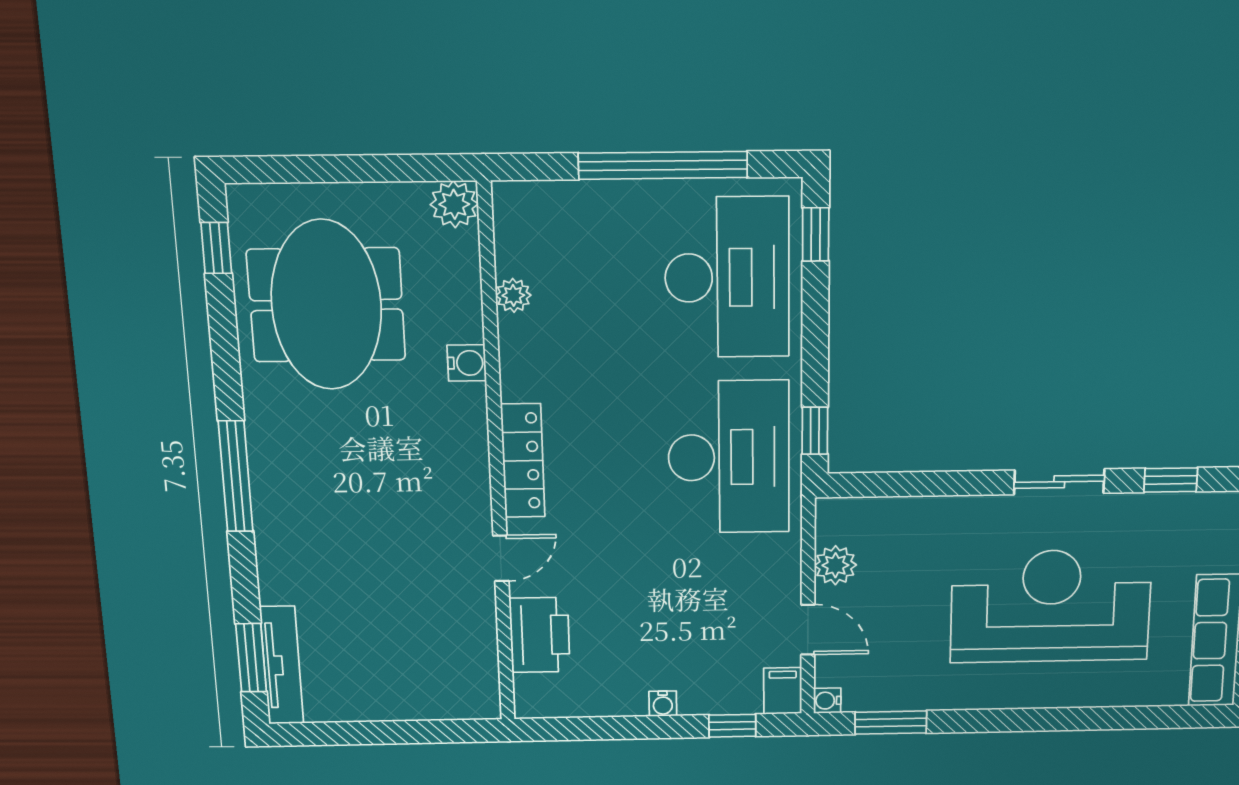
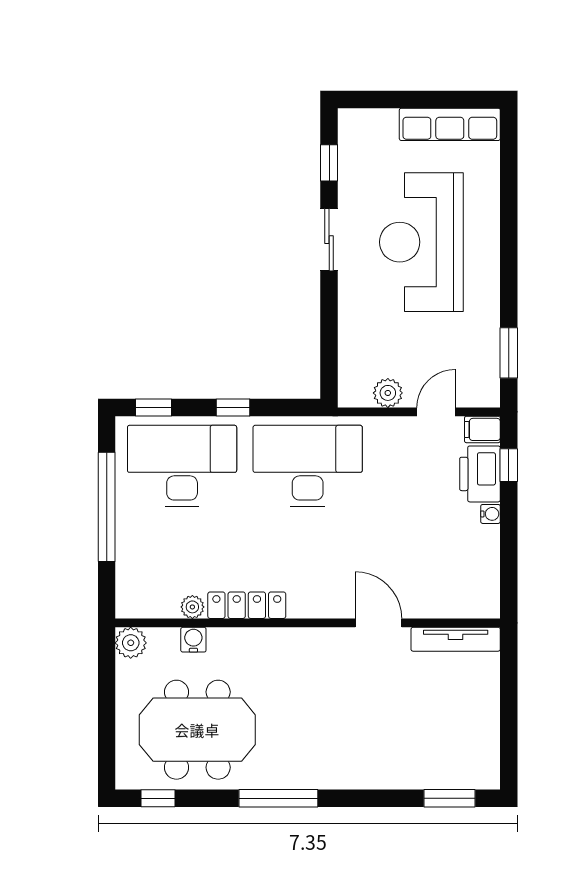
water cooler: (467, 363) -> (193, 640), moved
window: (815, 431) -> (233, 408), moved
locker: (523, 461) -> (247, 605), moved
window: (236, 476) -> (278, 798), moved
door: (501, 558) -> (379, 623), width x1.38
printer: (540, 635) -> (480, 474), moved, turned -90
tv unit: (282, 665) -> (456, 639), moved, turned 180
water cooler: (827, 701) -> (491, 398), removed

